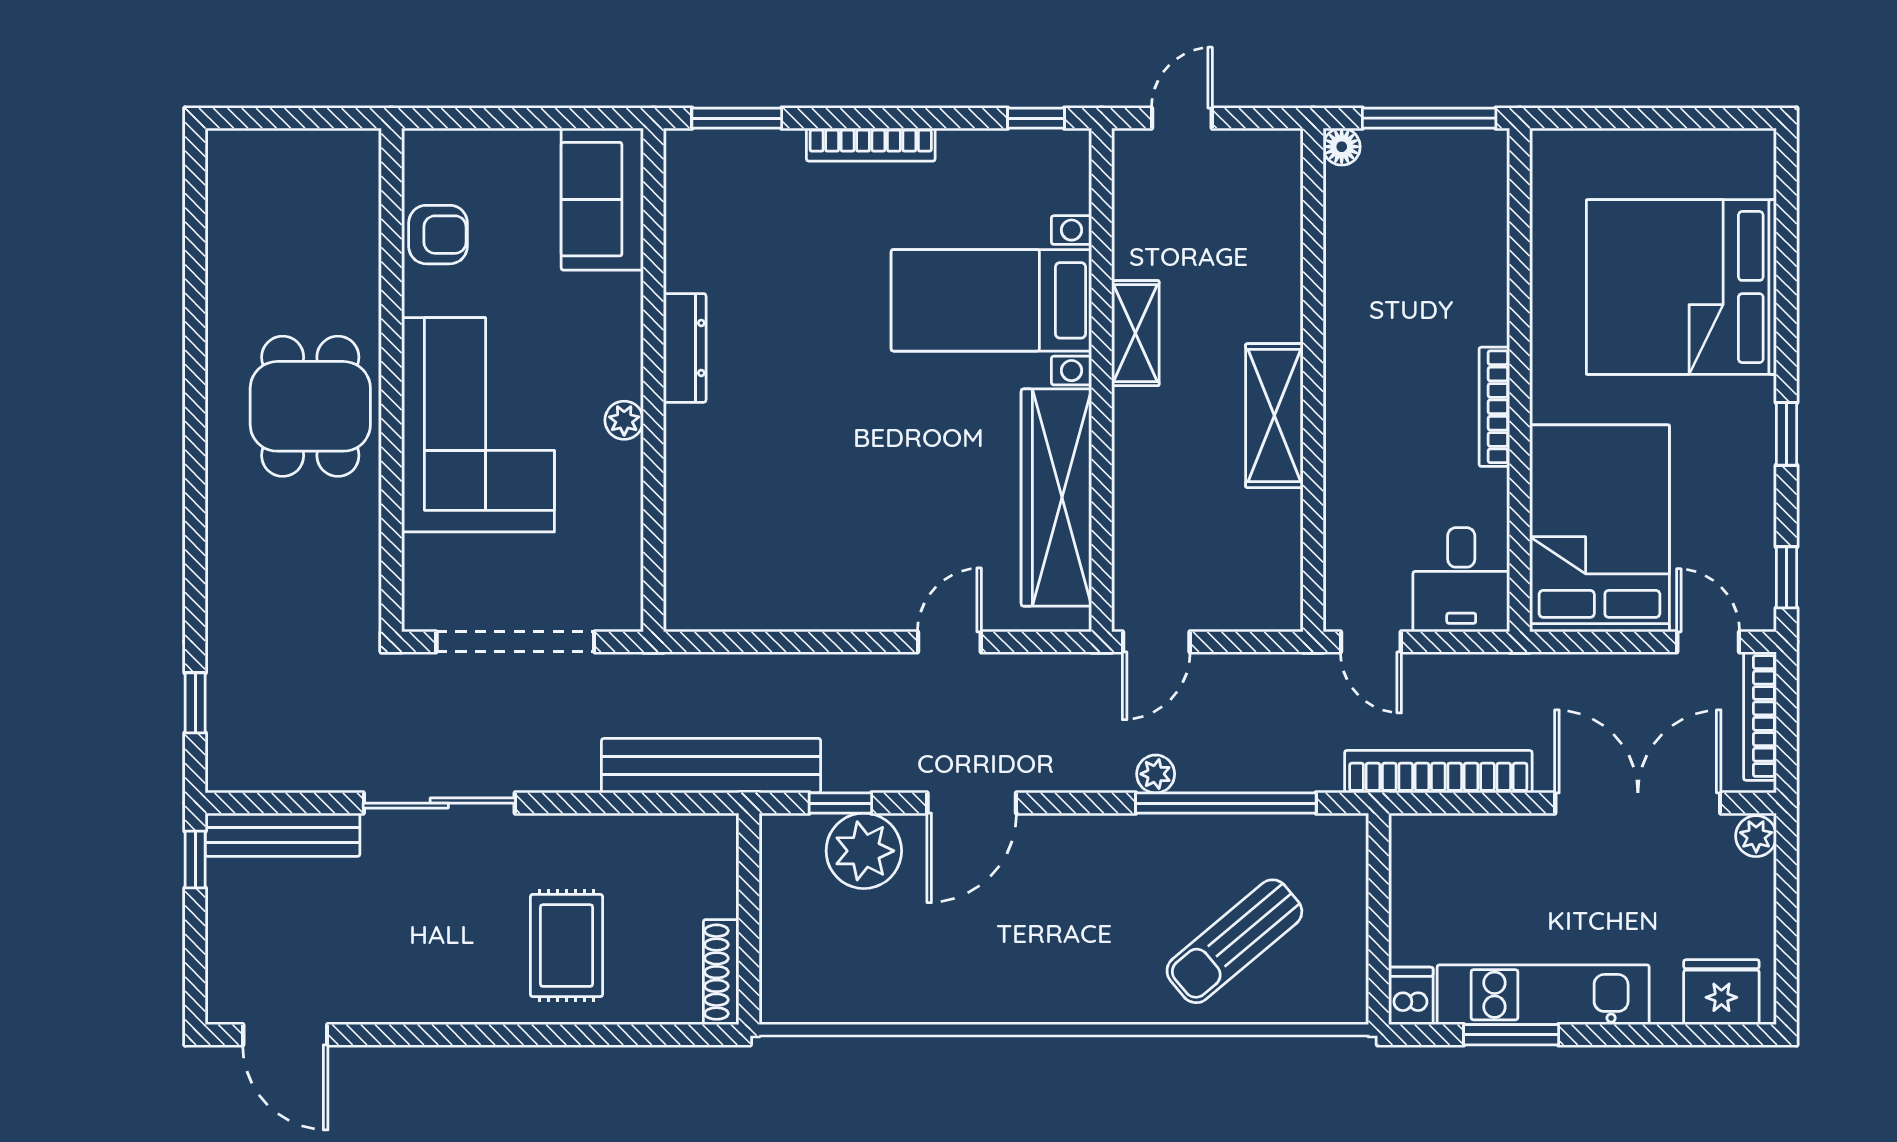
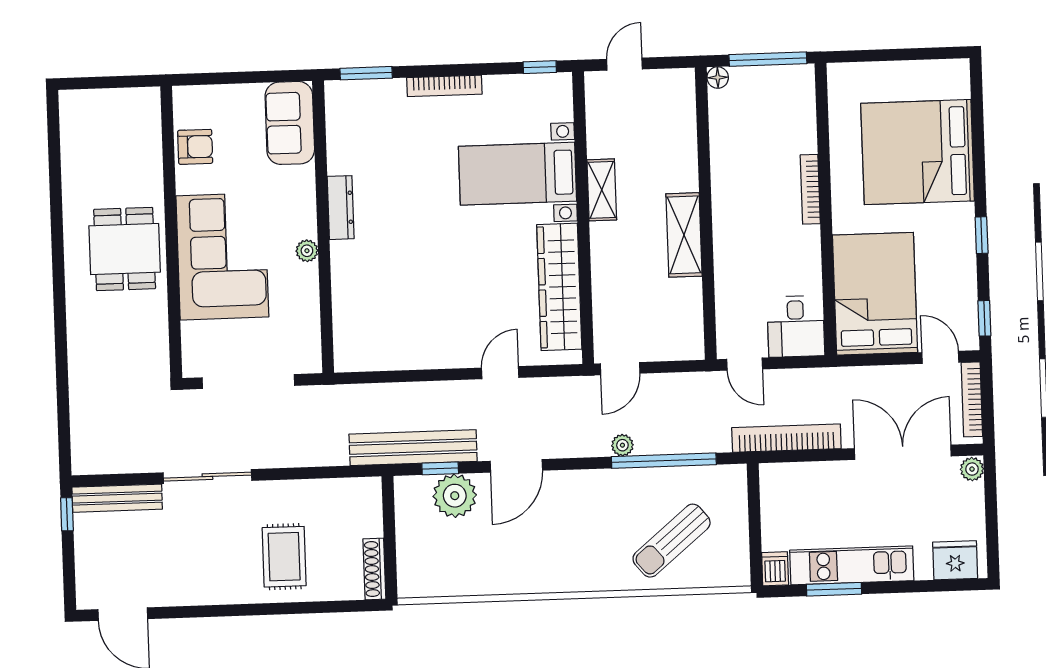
bookcase: (1494, 407) -> (810, 189), moved
window: (195, 703) -> (64, 423), removed
bench: (711, 766) -> (413, 448), moved

